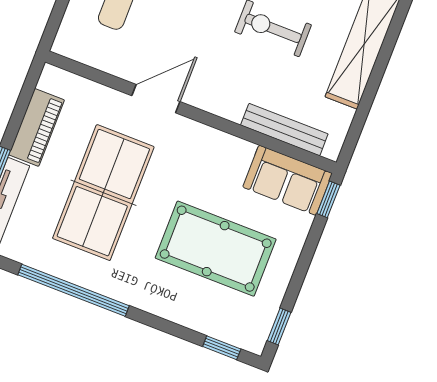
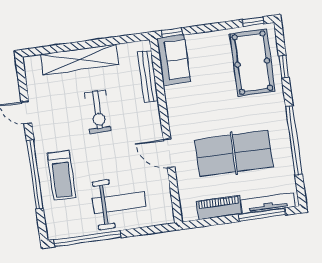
pool table: (216, 249) -> (252, 63), moved
window: (222, 348) -> (284, 67), moved

